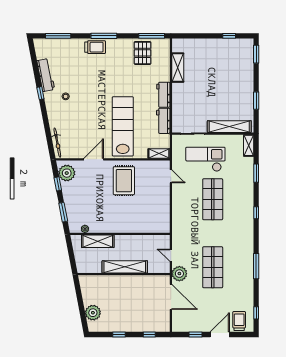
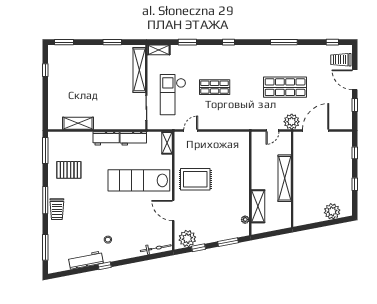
trolley: (95, 47) -> (57, 209), turned 180
pallet: (143, 53) -> (69, 170), moved
shop shelf: (213, 199) -> (215, 87), width x0.70, depth x0.74

